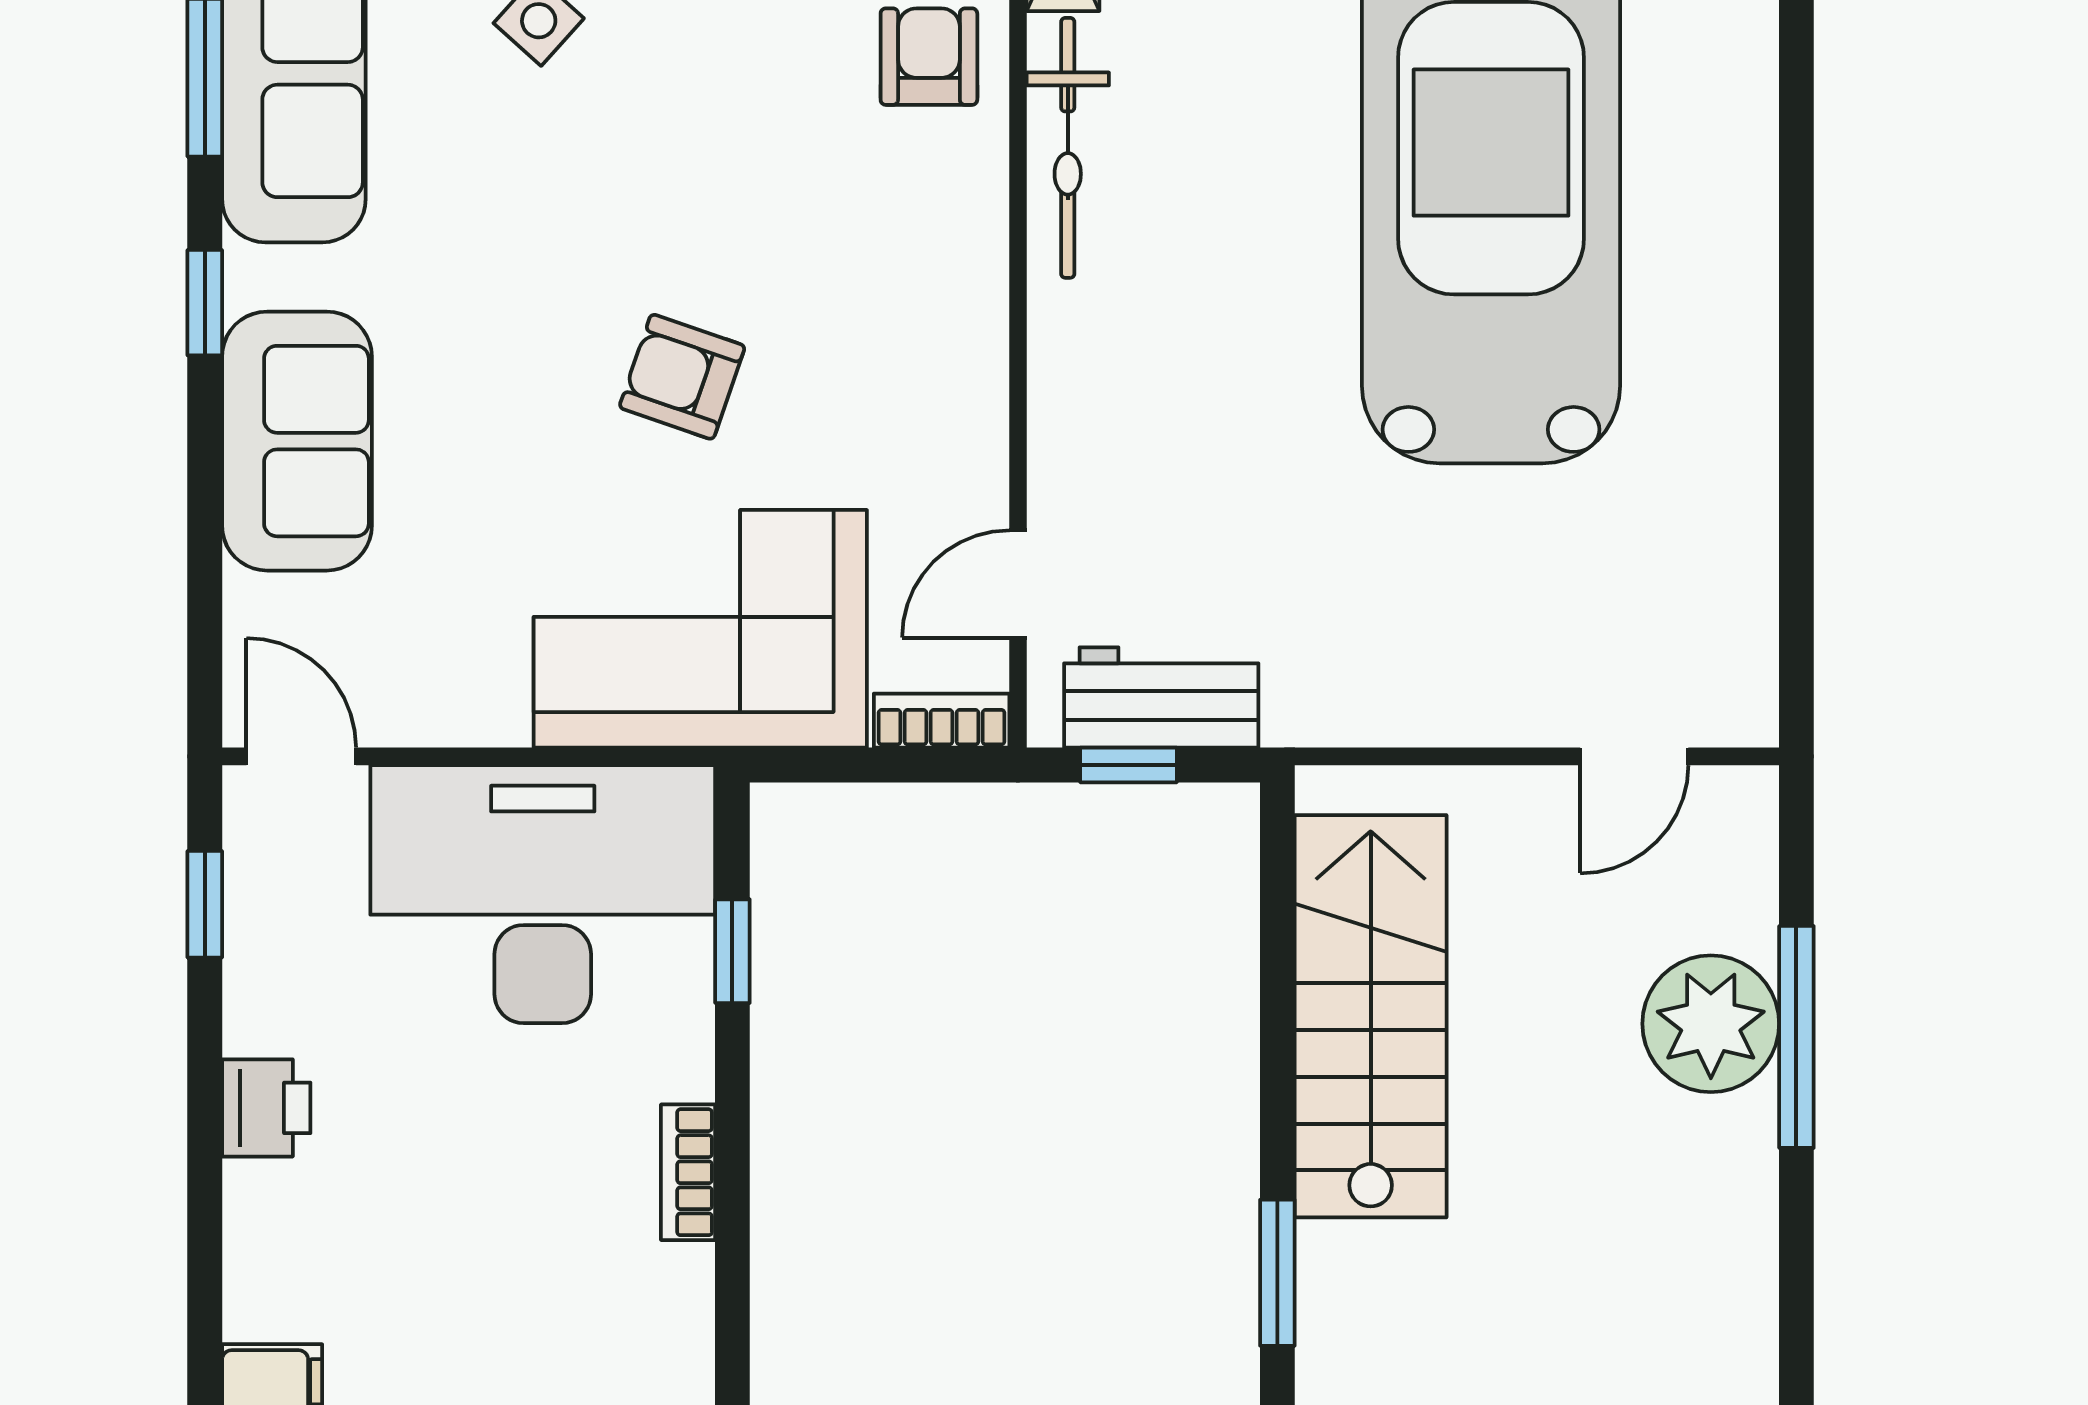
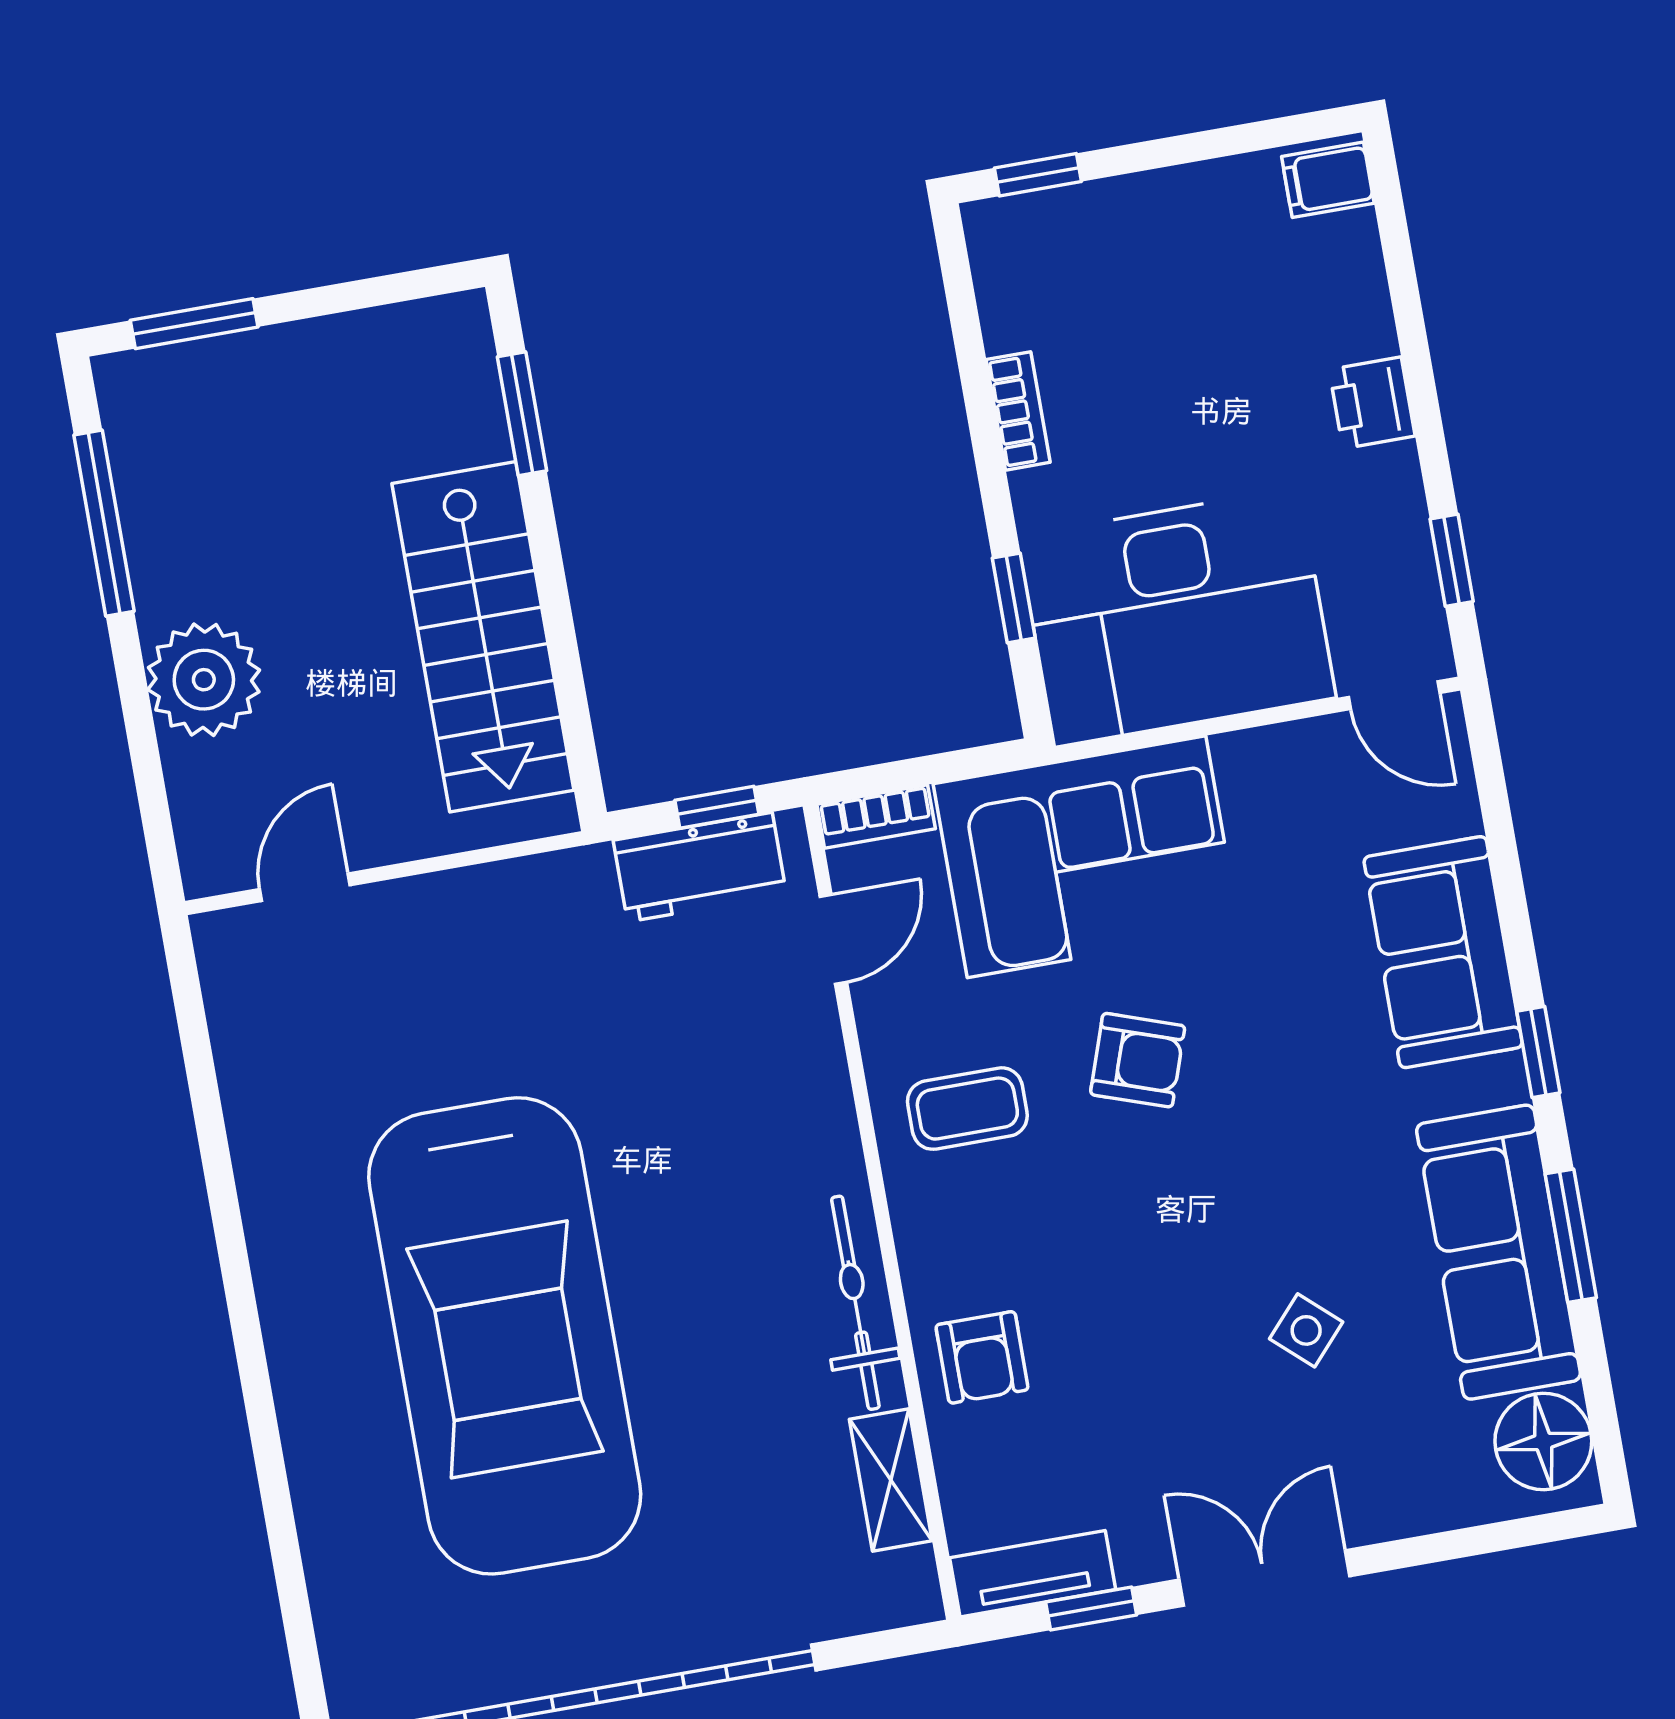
coffee table: (894, 355) -> (967, 1109), added
window: (1796, 1037) -> (104, 523), moved

